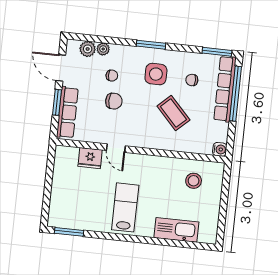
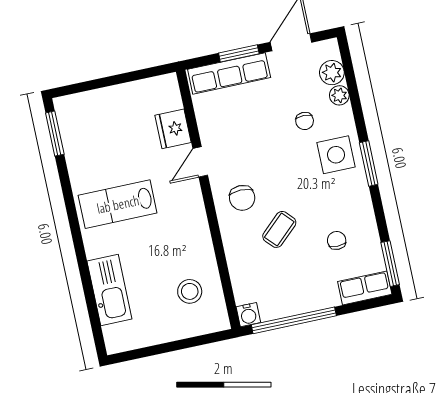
side table: (156, 74) -> (336, 155), moved
row of seats: (225, 89) -> (365, 288), width x0.50
window: (235, 94) -> (294, 320), moved
chair: (114, 101) -> (242, 198), moved
coffee table: (173, 113) -> (279, 229), width x0.73, depth x0.77
lab bench: (125, 207) -> (118, 204), turned 180

